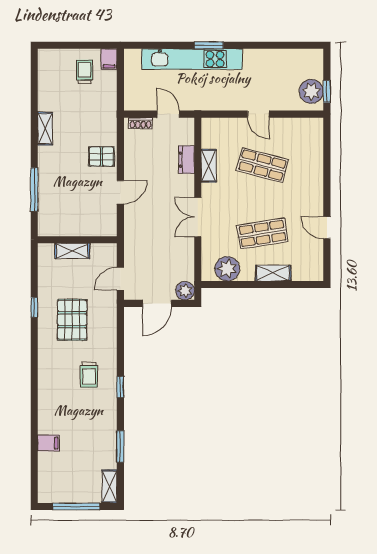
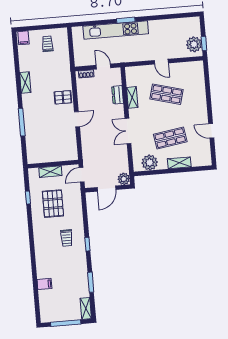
filing cabinet: (109, 59) -> (23, 38), moved
wall: (77, 240) -> (53, 164), moved
shelving: (72, 251) -> (50, 172), moved

